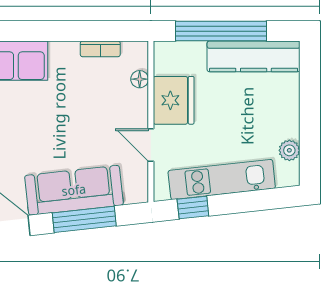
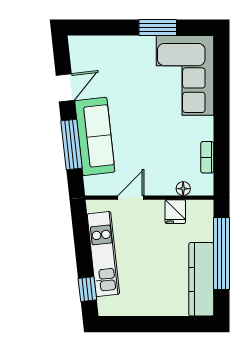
fridge: (174, 100) -> (175, 212), width x0.53, depth x0.75
plant: (289, 150) -> (126, 308), removed
window: (193, 208) -> (87, 289), moved

